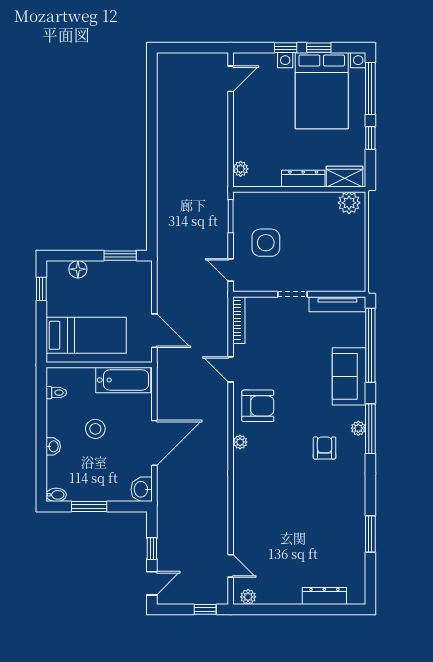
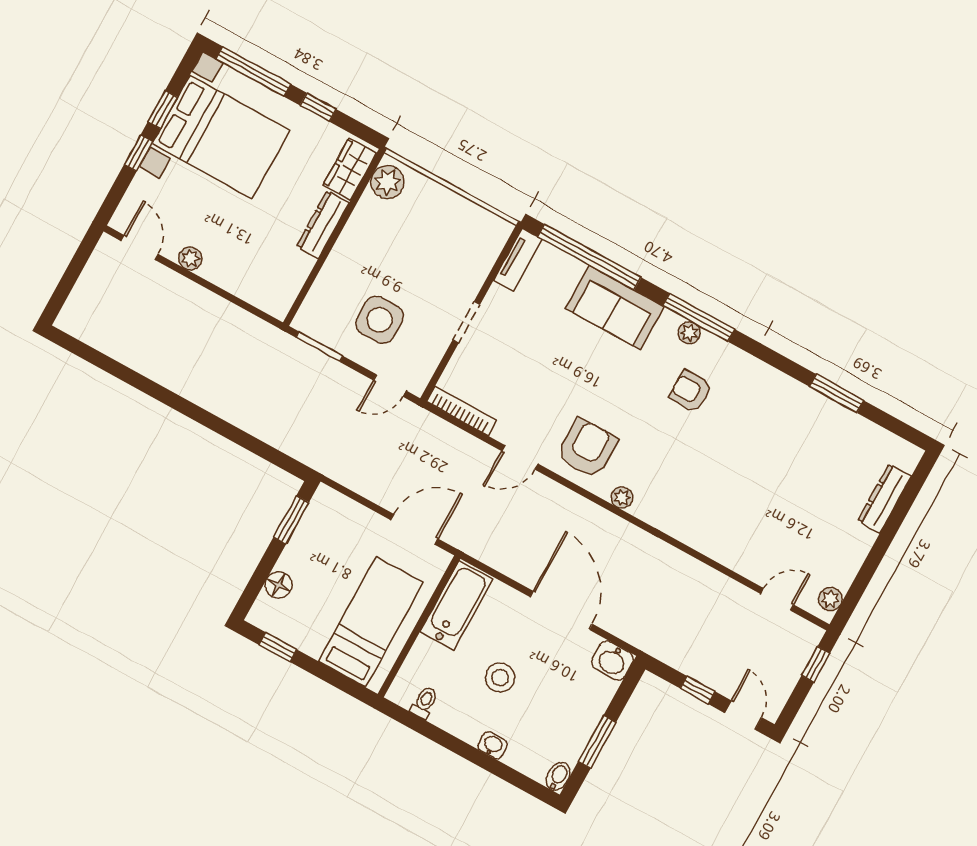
plant: (241, 169) -> (190, 258), moved
tv unit: (337, 304) -> (518, 260), width x0.71

